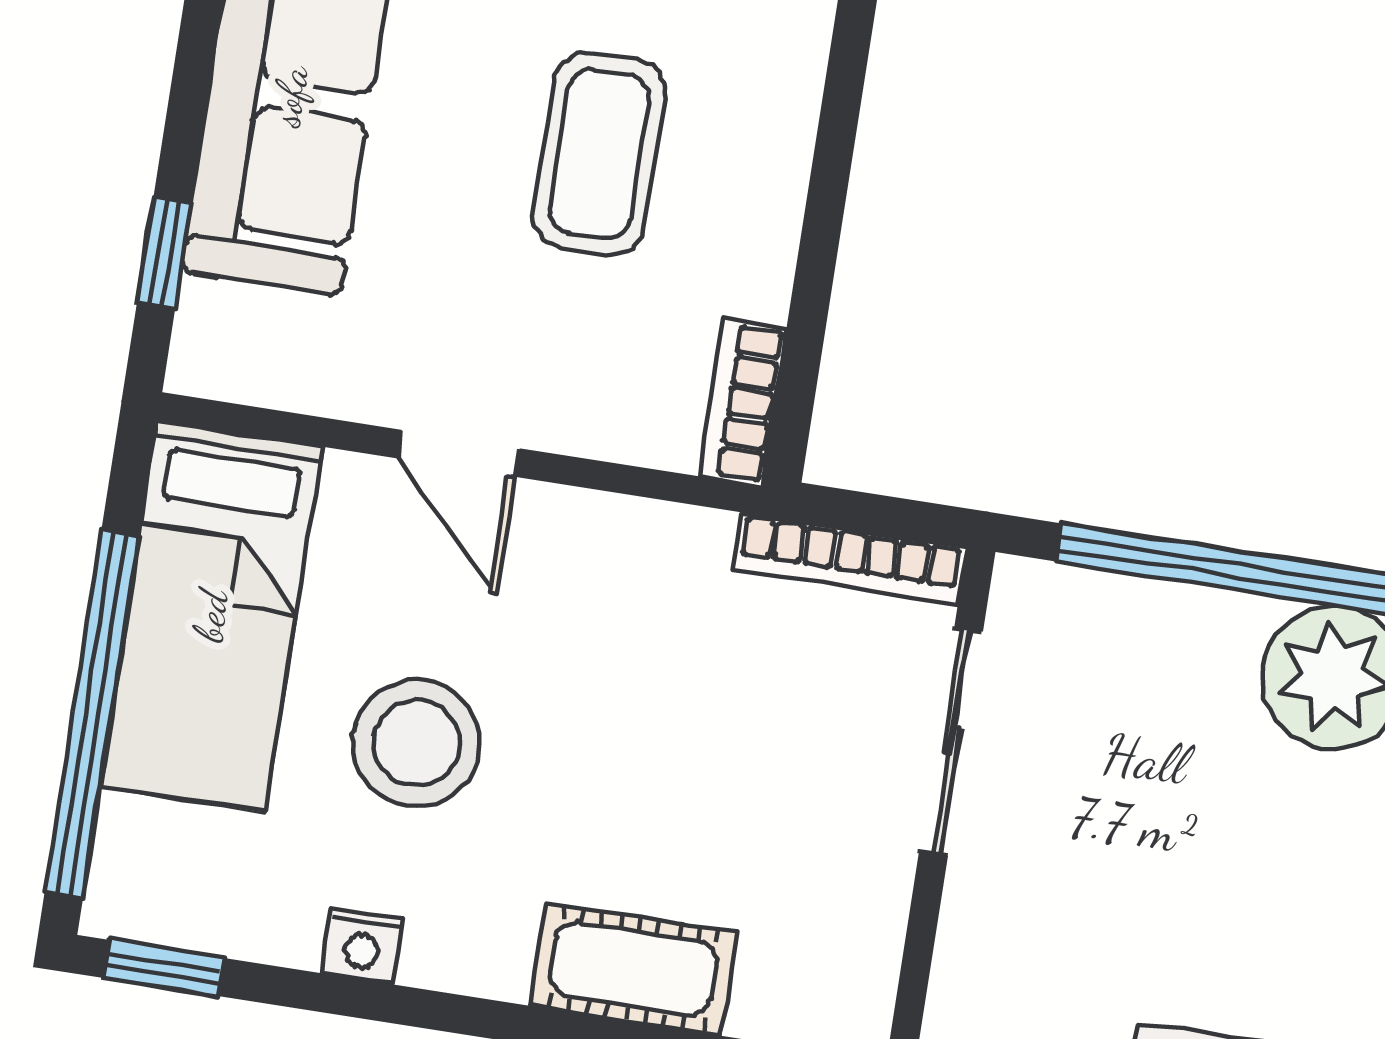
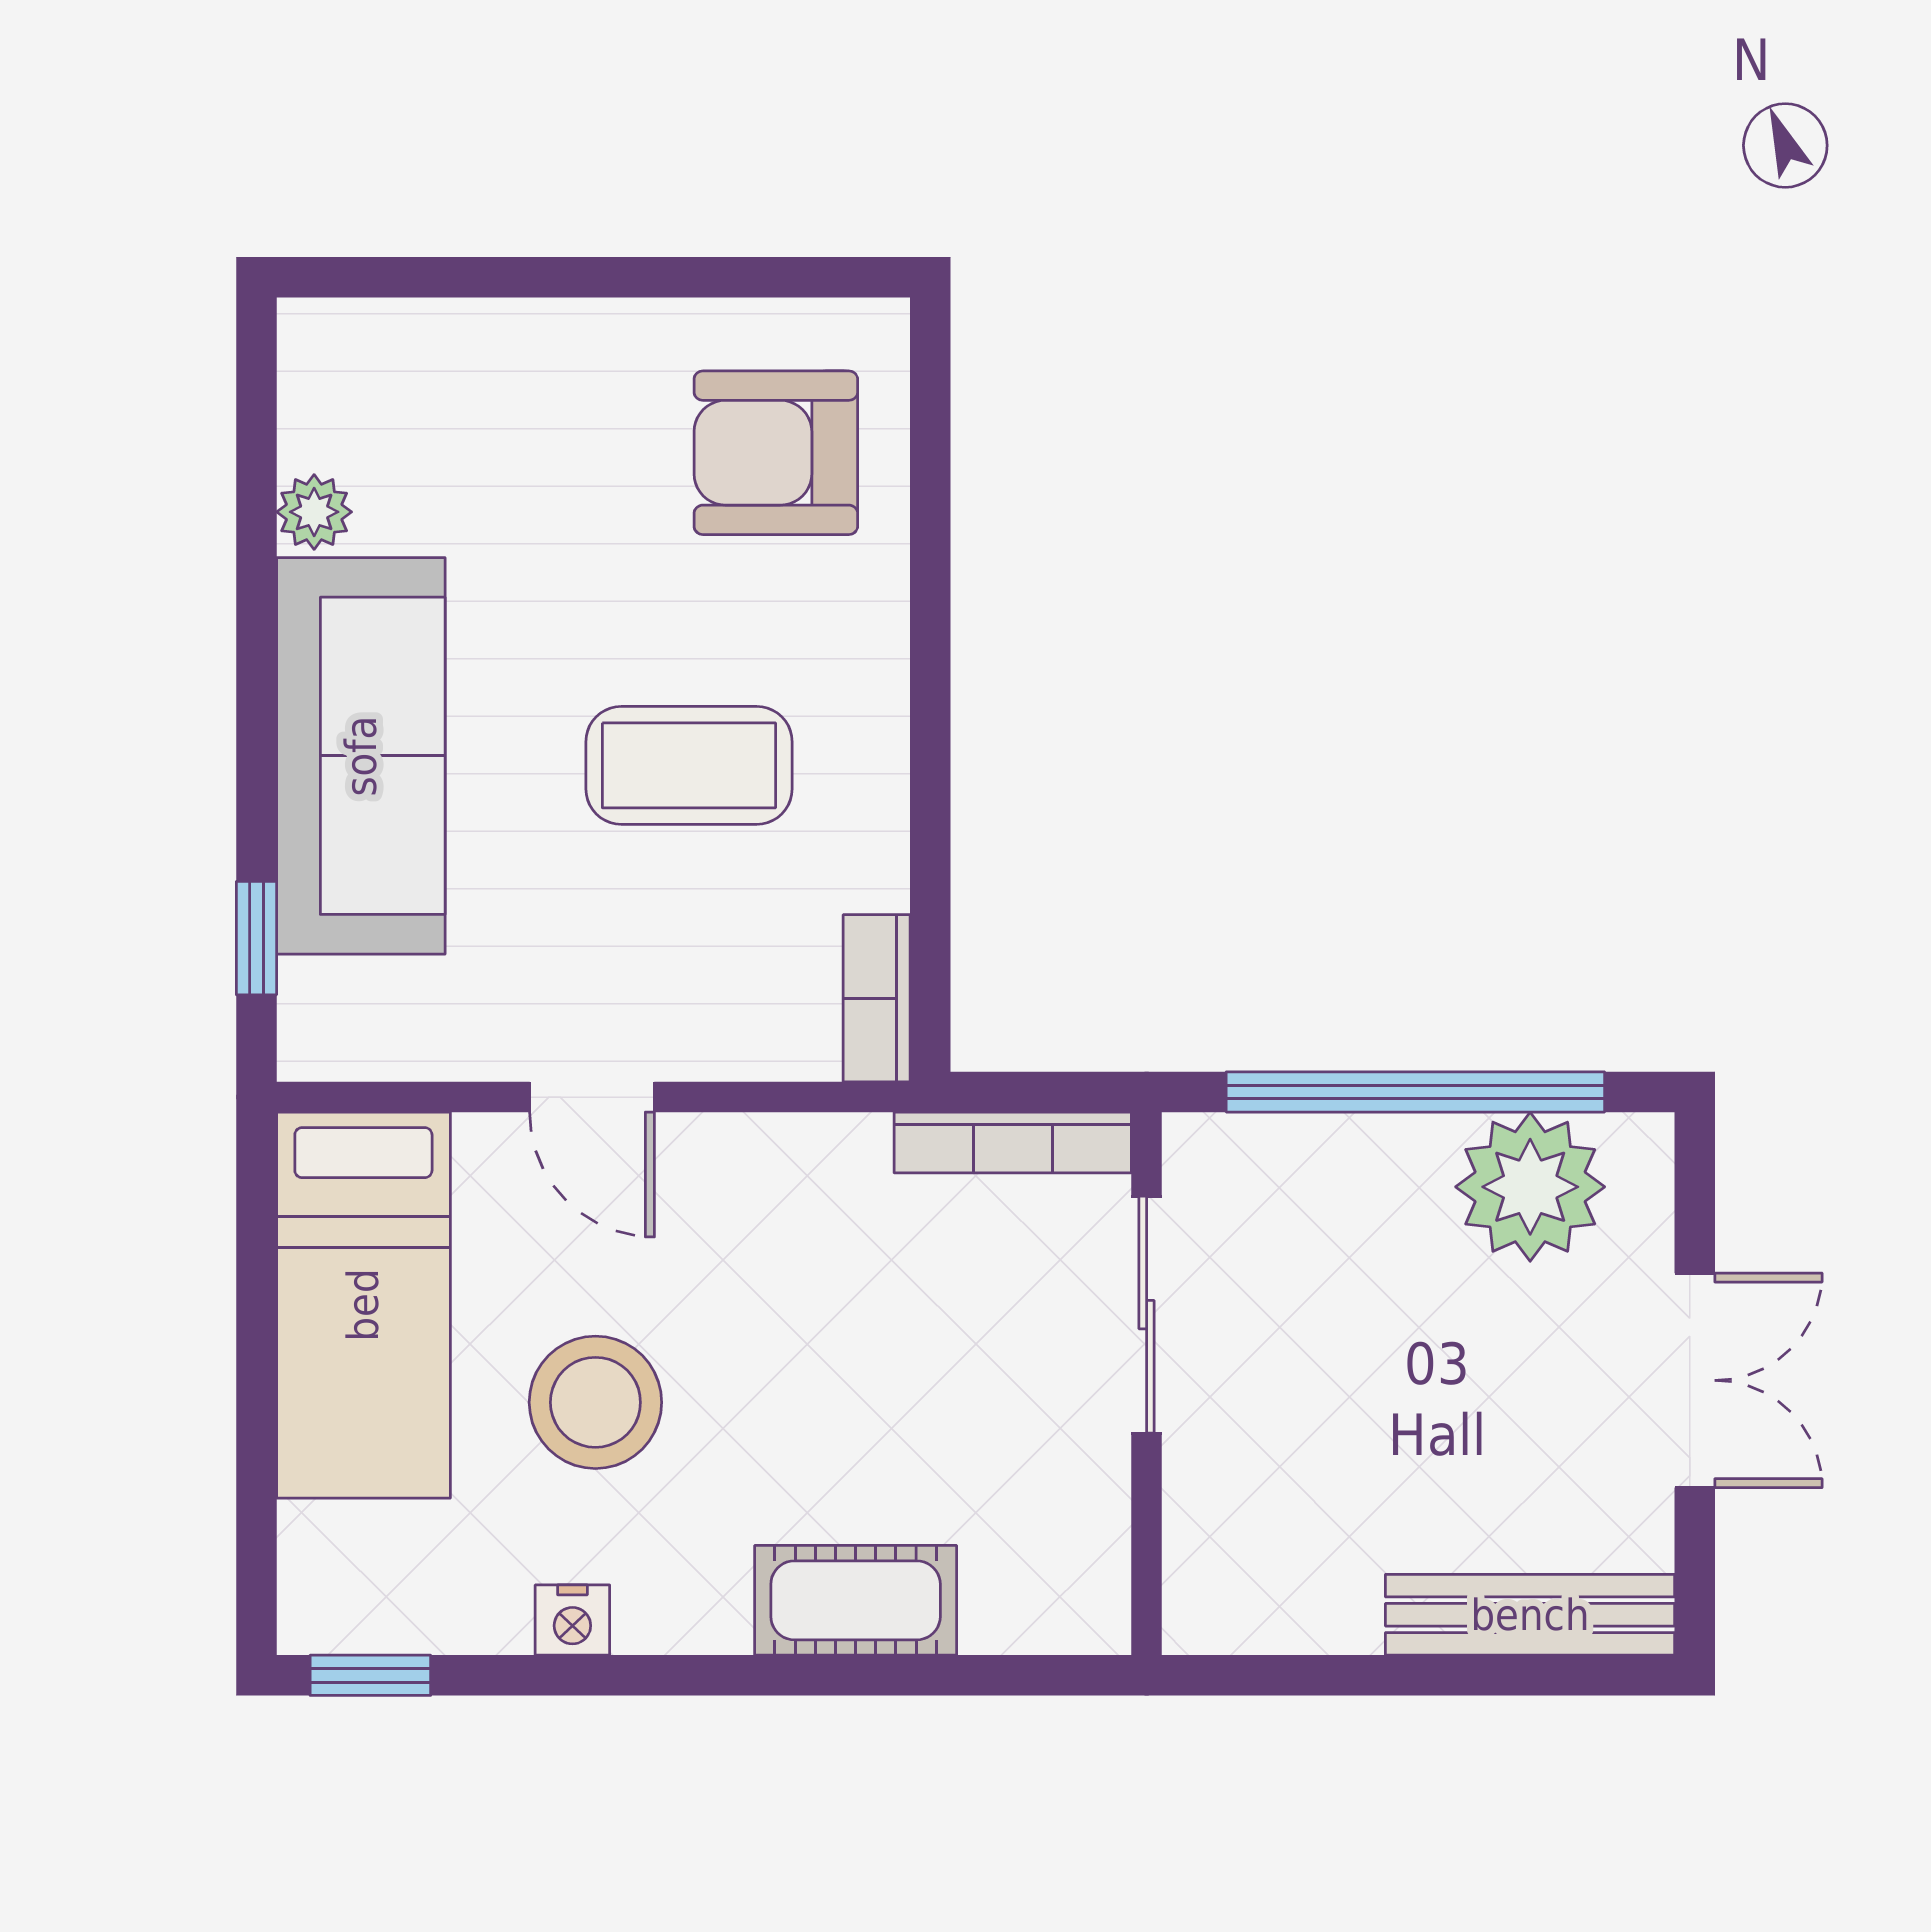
coffee table: (599, 154) -> (689, 765), turned 90
window: (92, 715) -> (256, 1426), removed

